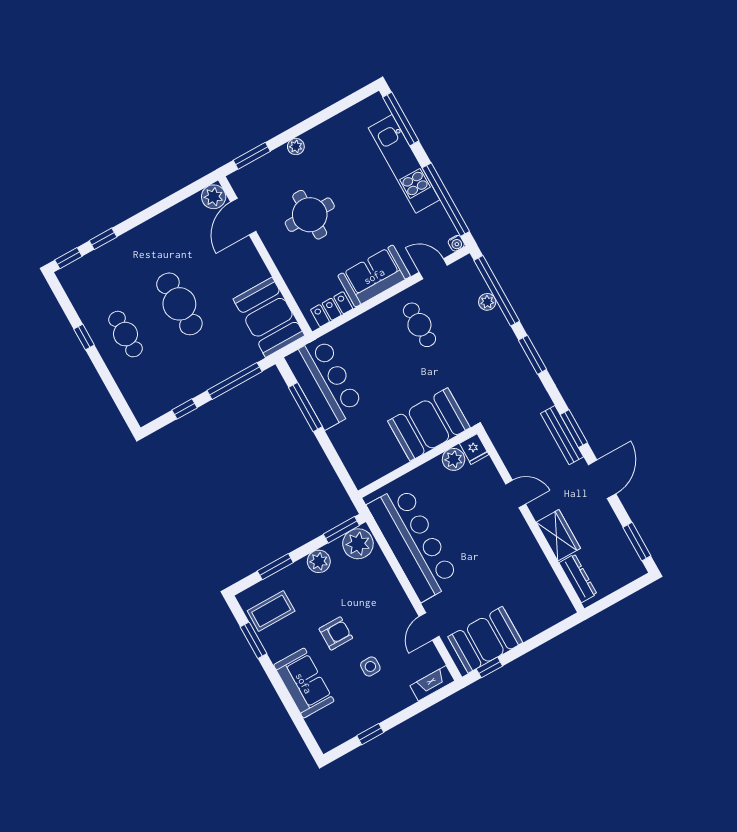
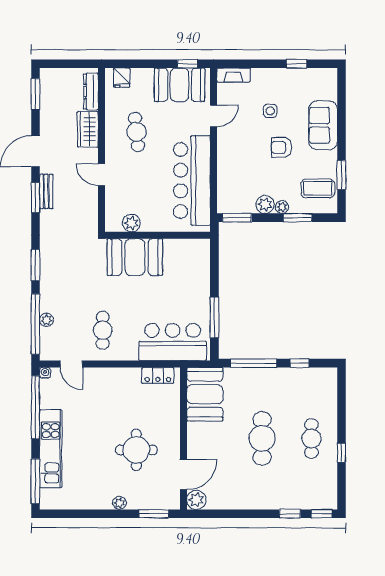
sofa: (374, 276) -> (115, 382), removed
bar counter: (324, 383) -> (173, 342), moved, turned 90
bench: (562, 435) -> (46, 191), width x0.73
fridge: (474, 449) -> (122, 78), moved, turned 180
plant: (358, 544) -> (282, 207), moved, width x0.53, depth x0.53
cafe table: (504, 562) -> (136, 132), added

